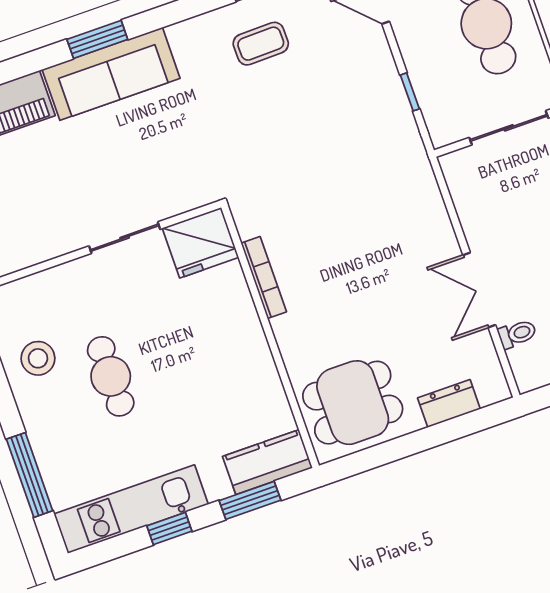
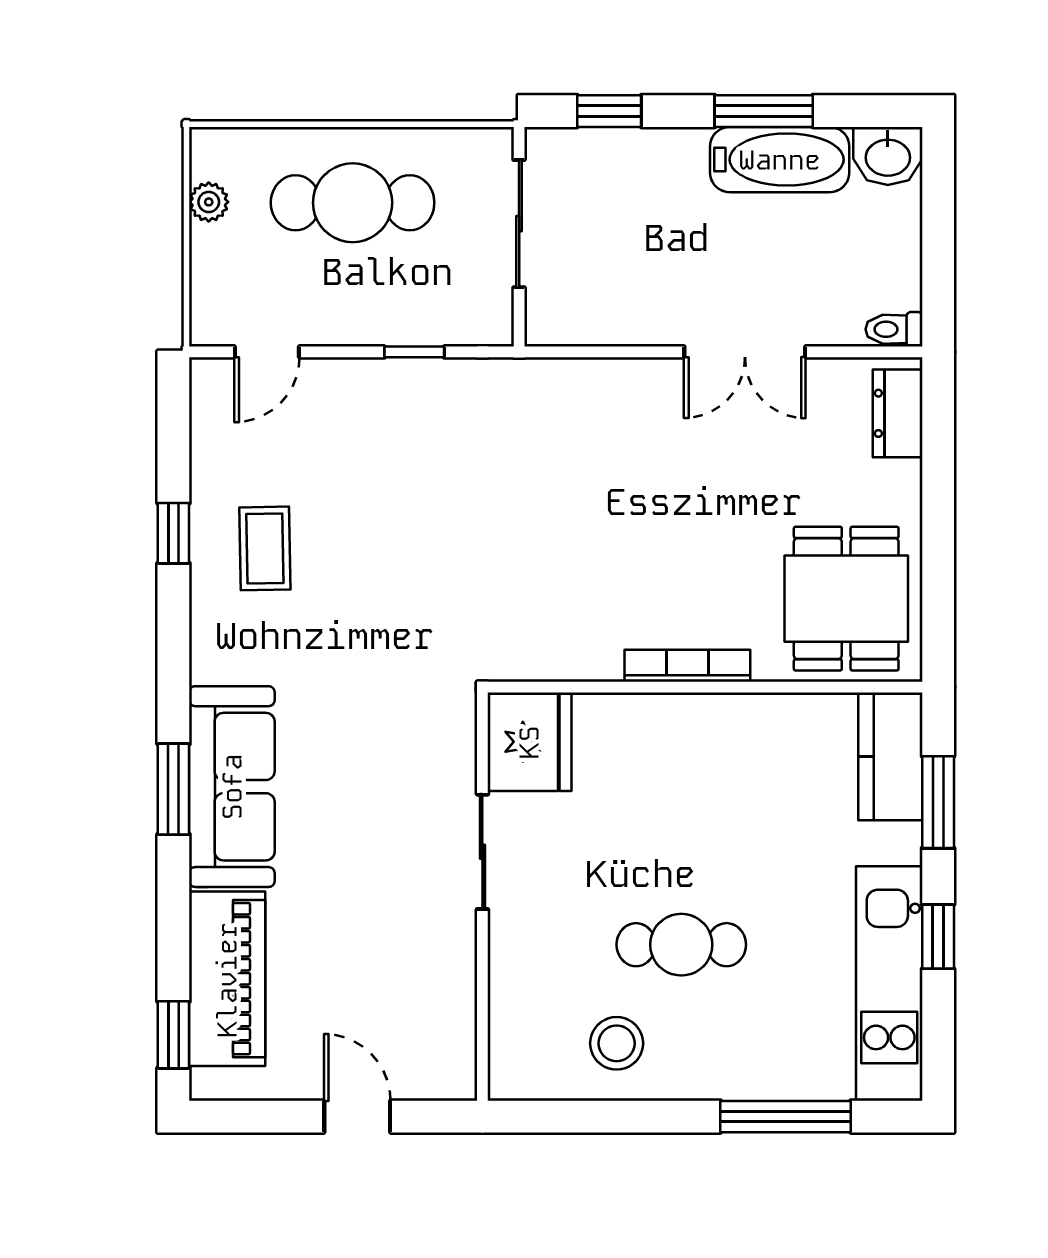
bookcase: (264, 277) -> (687, 666), moved
toilet: (517, 334) -> (894, 329), moved, turned -90
dresser: (449, 403) -> (898, 413), moved

